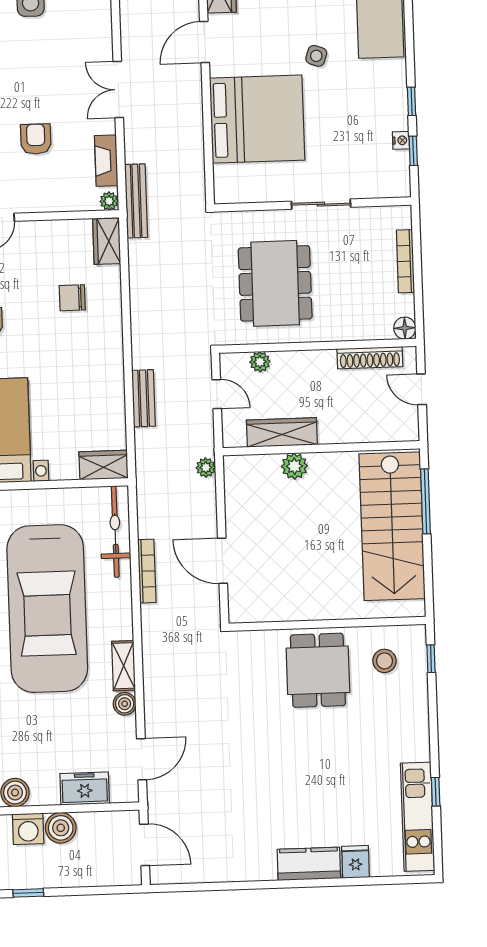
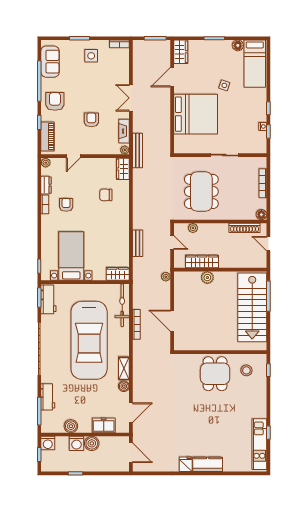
fridge: (356, 862) -> (186, 464), moved

